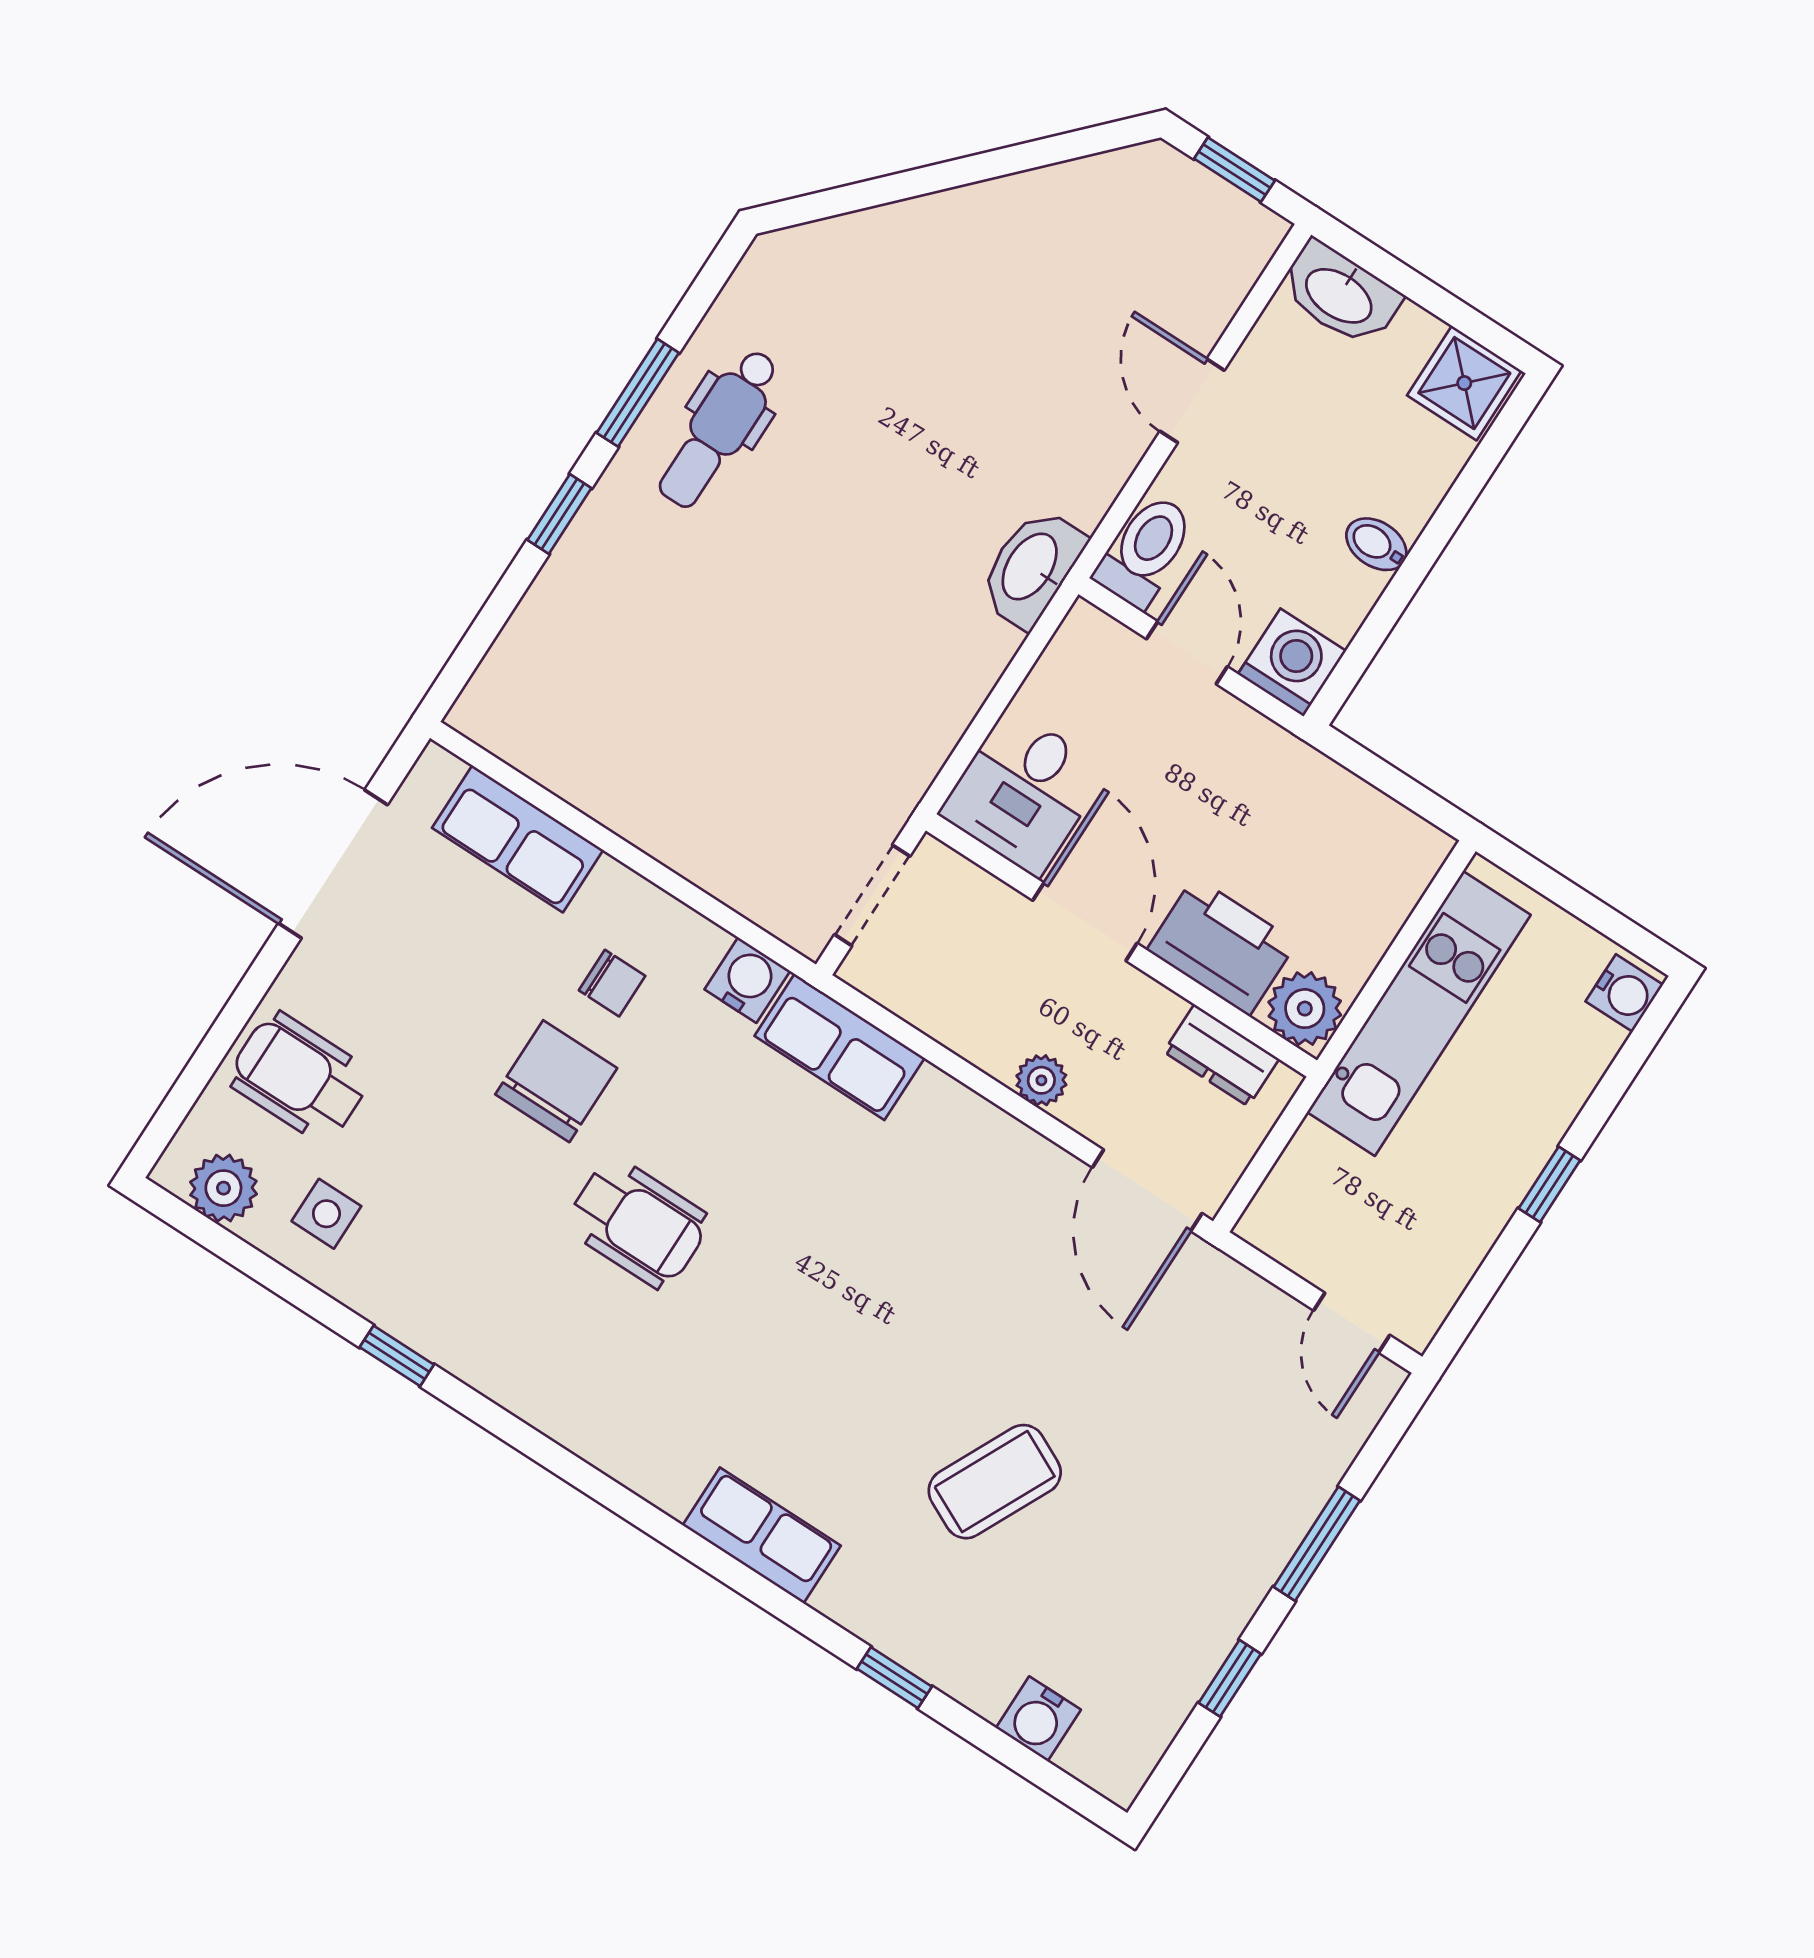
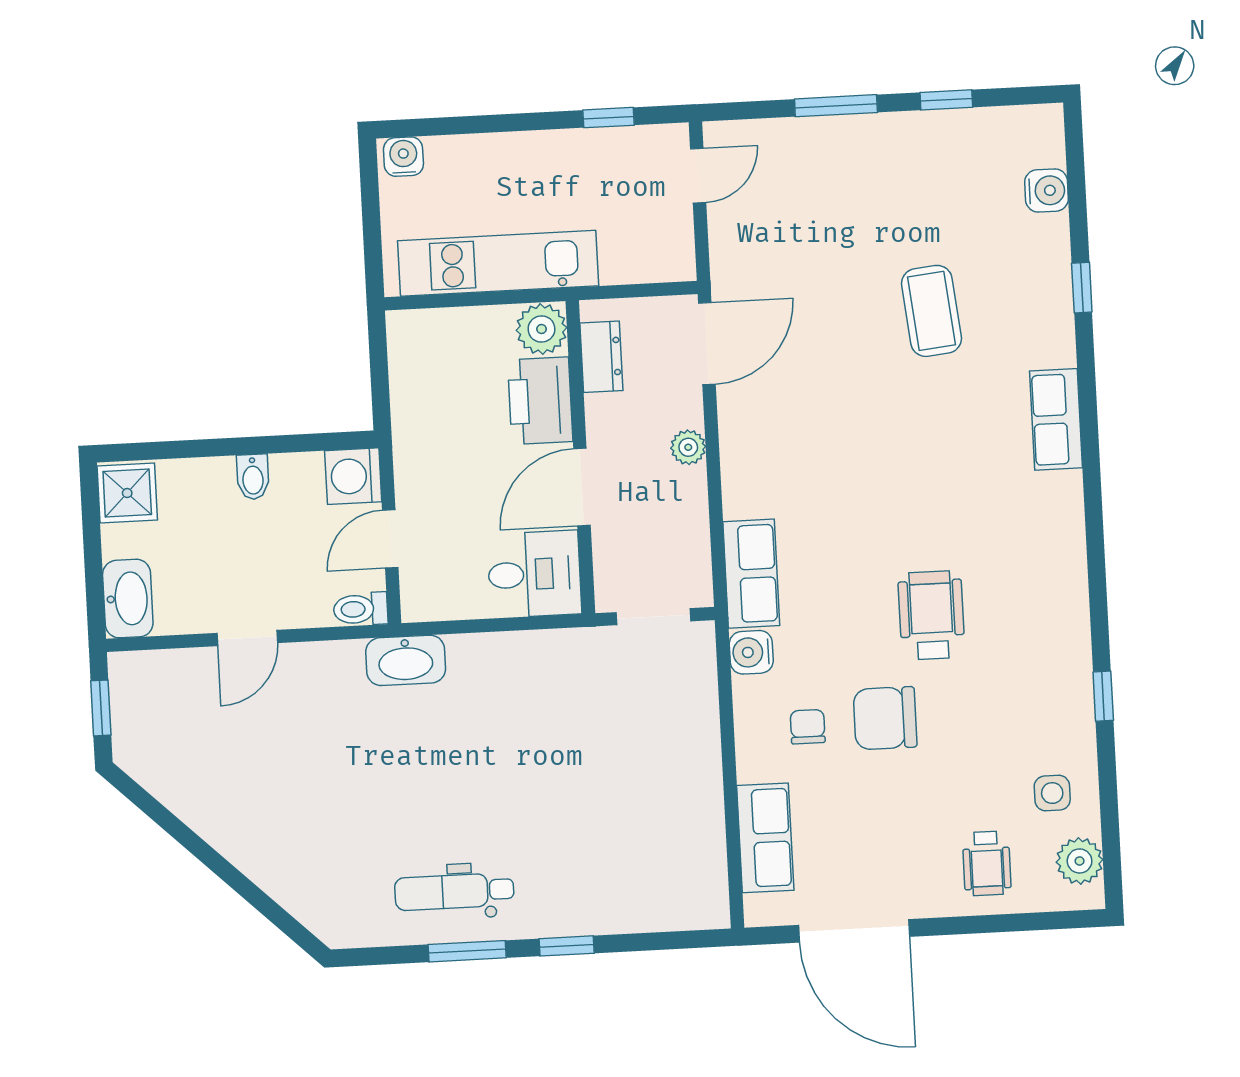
dental chair: (719, 428) -> (454, 891), turned 180
toilet: (1145, 551) -> (361, 609), width x0.73, depth x0.72
wheelchair: (299, 1077) -> (987, 863), width x0.73, depth x0.73
window: (1549, 1184) -> (608, 118), moved
coffee table: (995, 1482) -> (931, 311), turned 58

